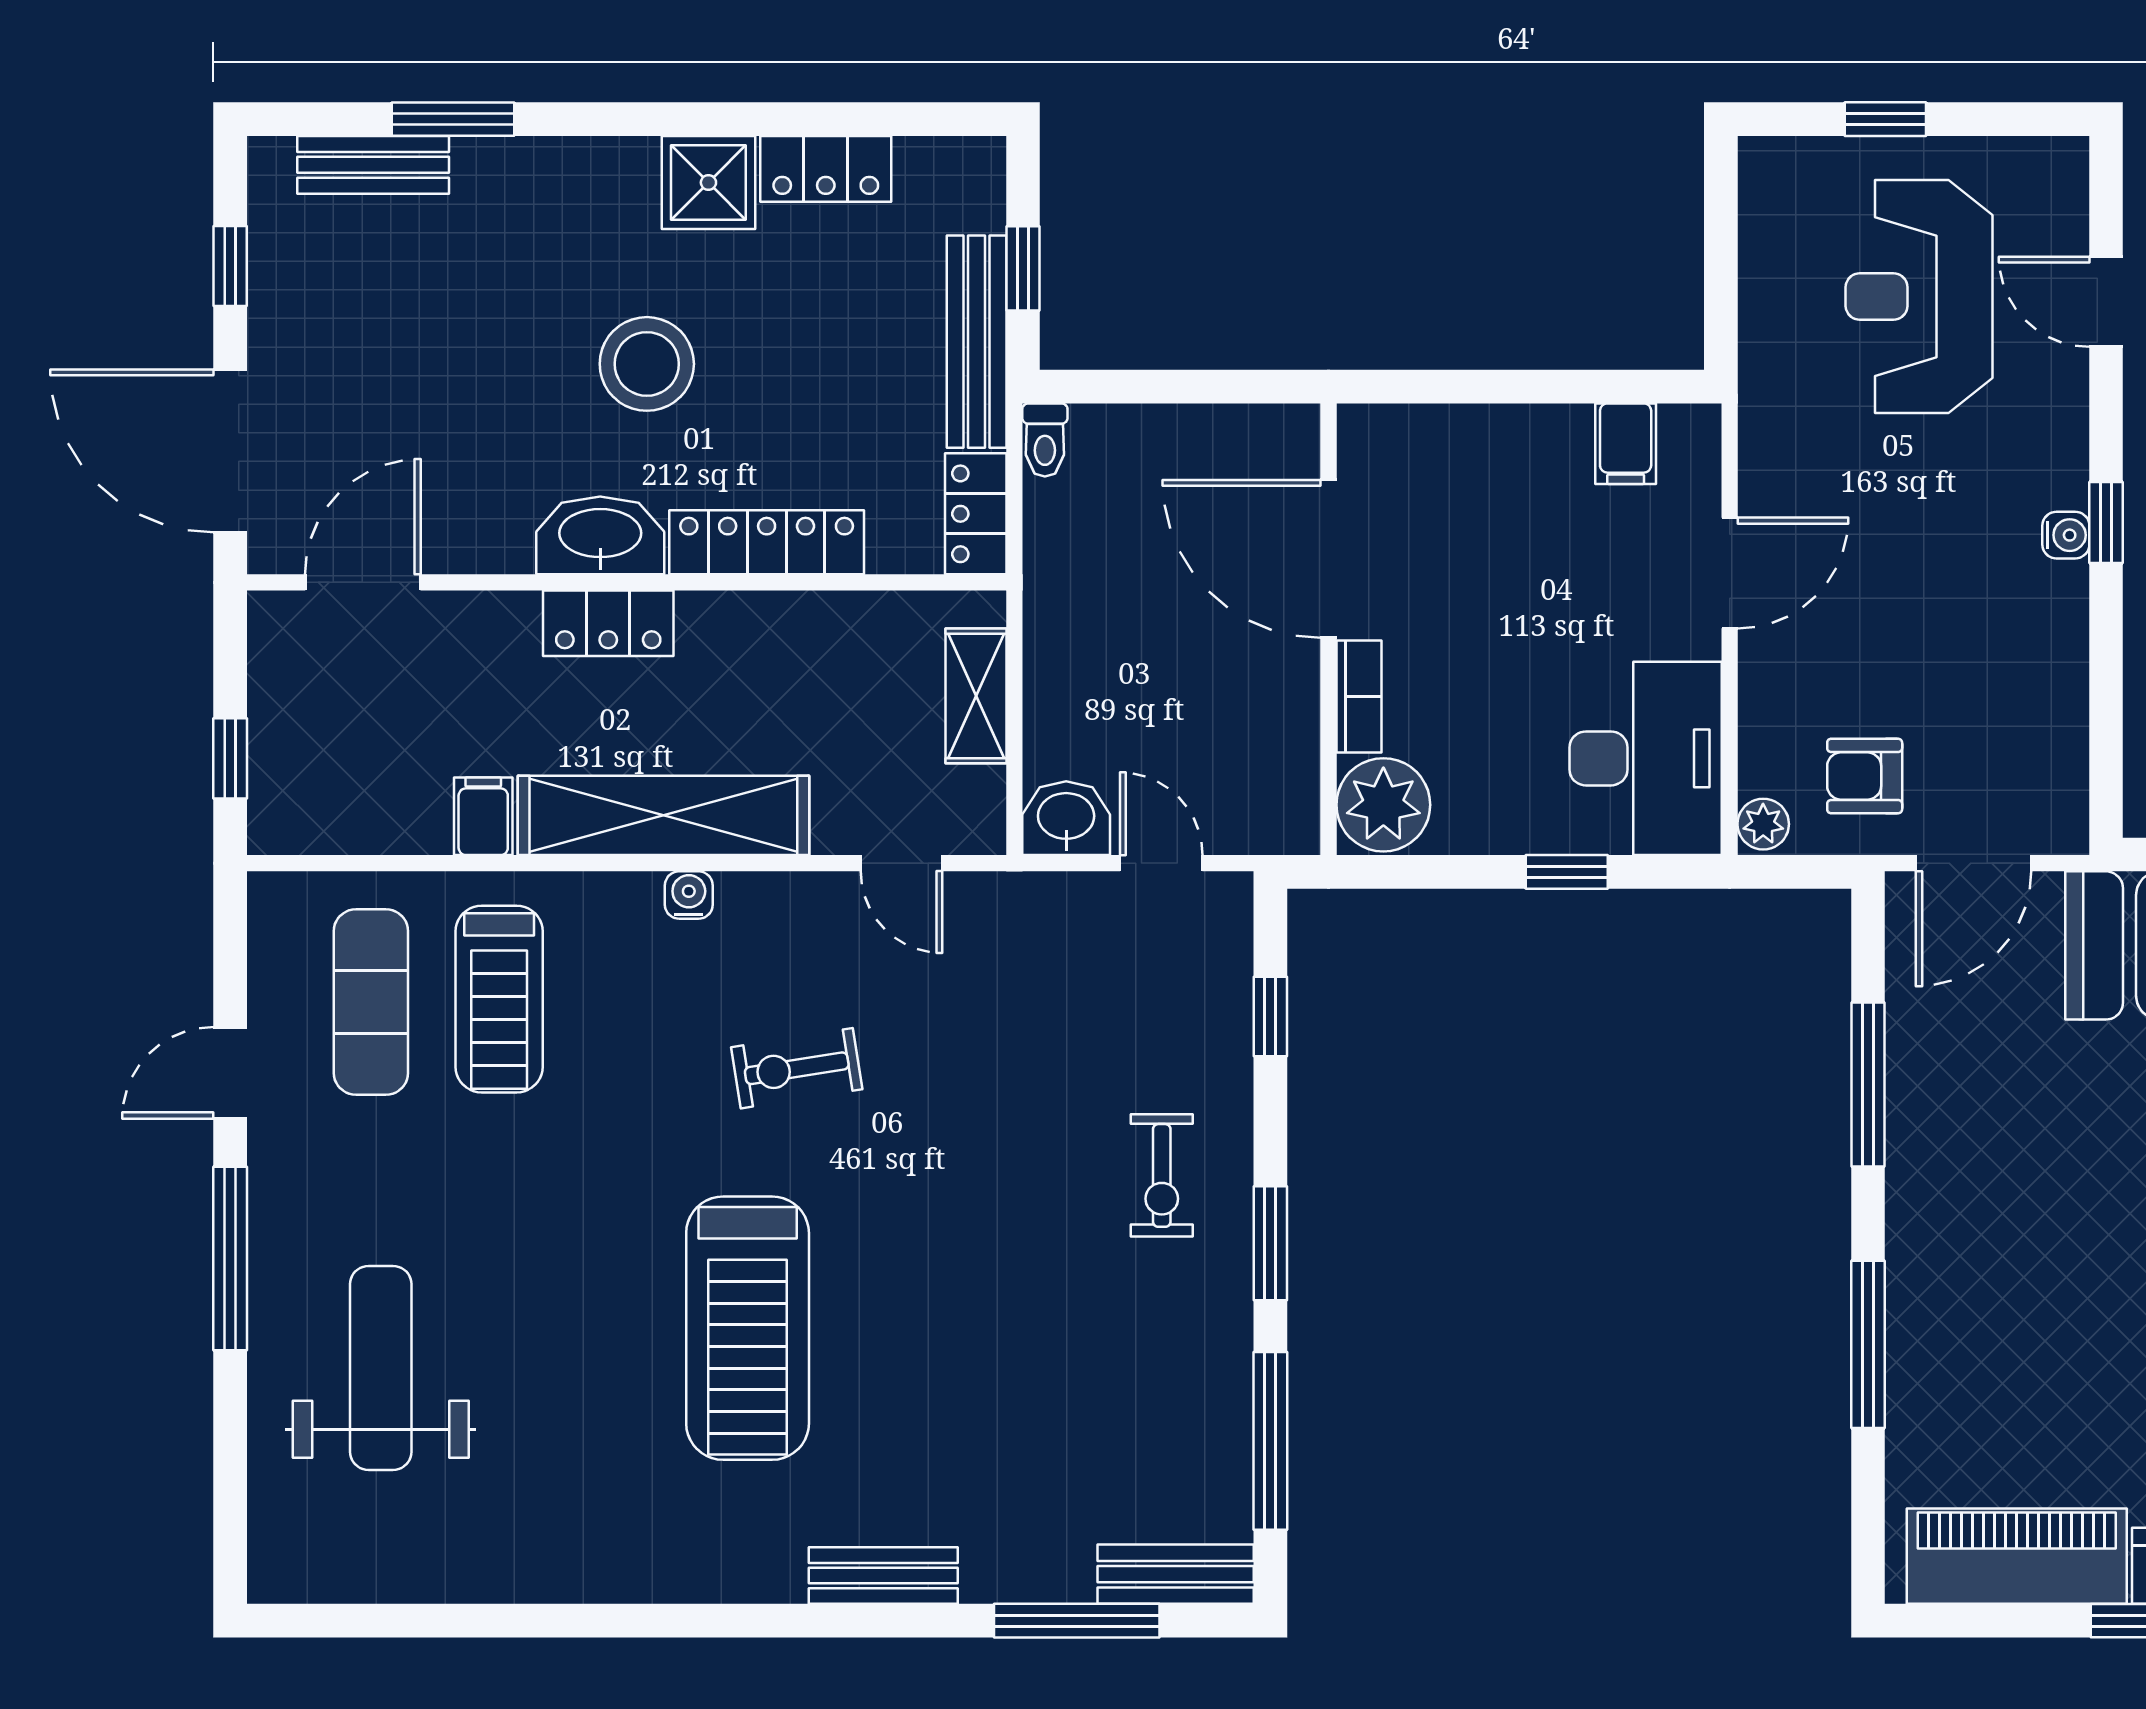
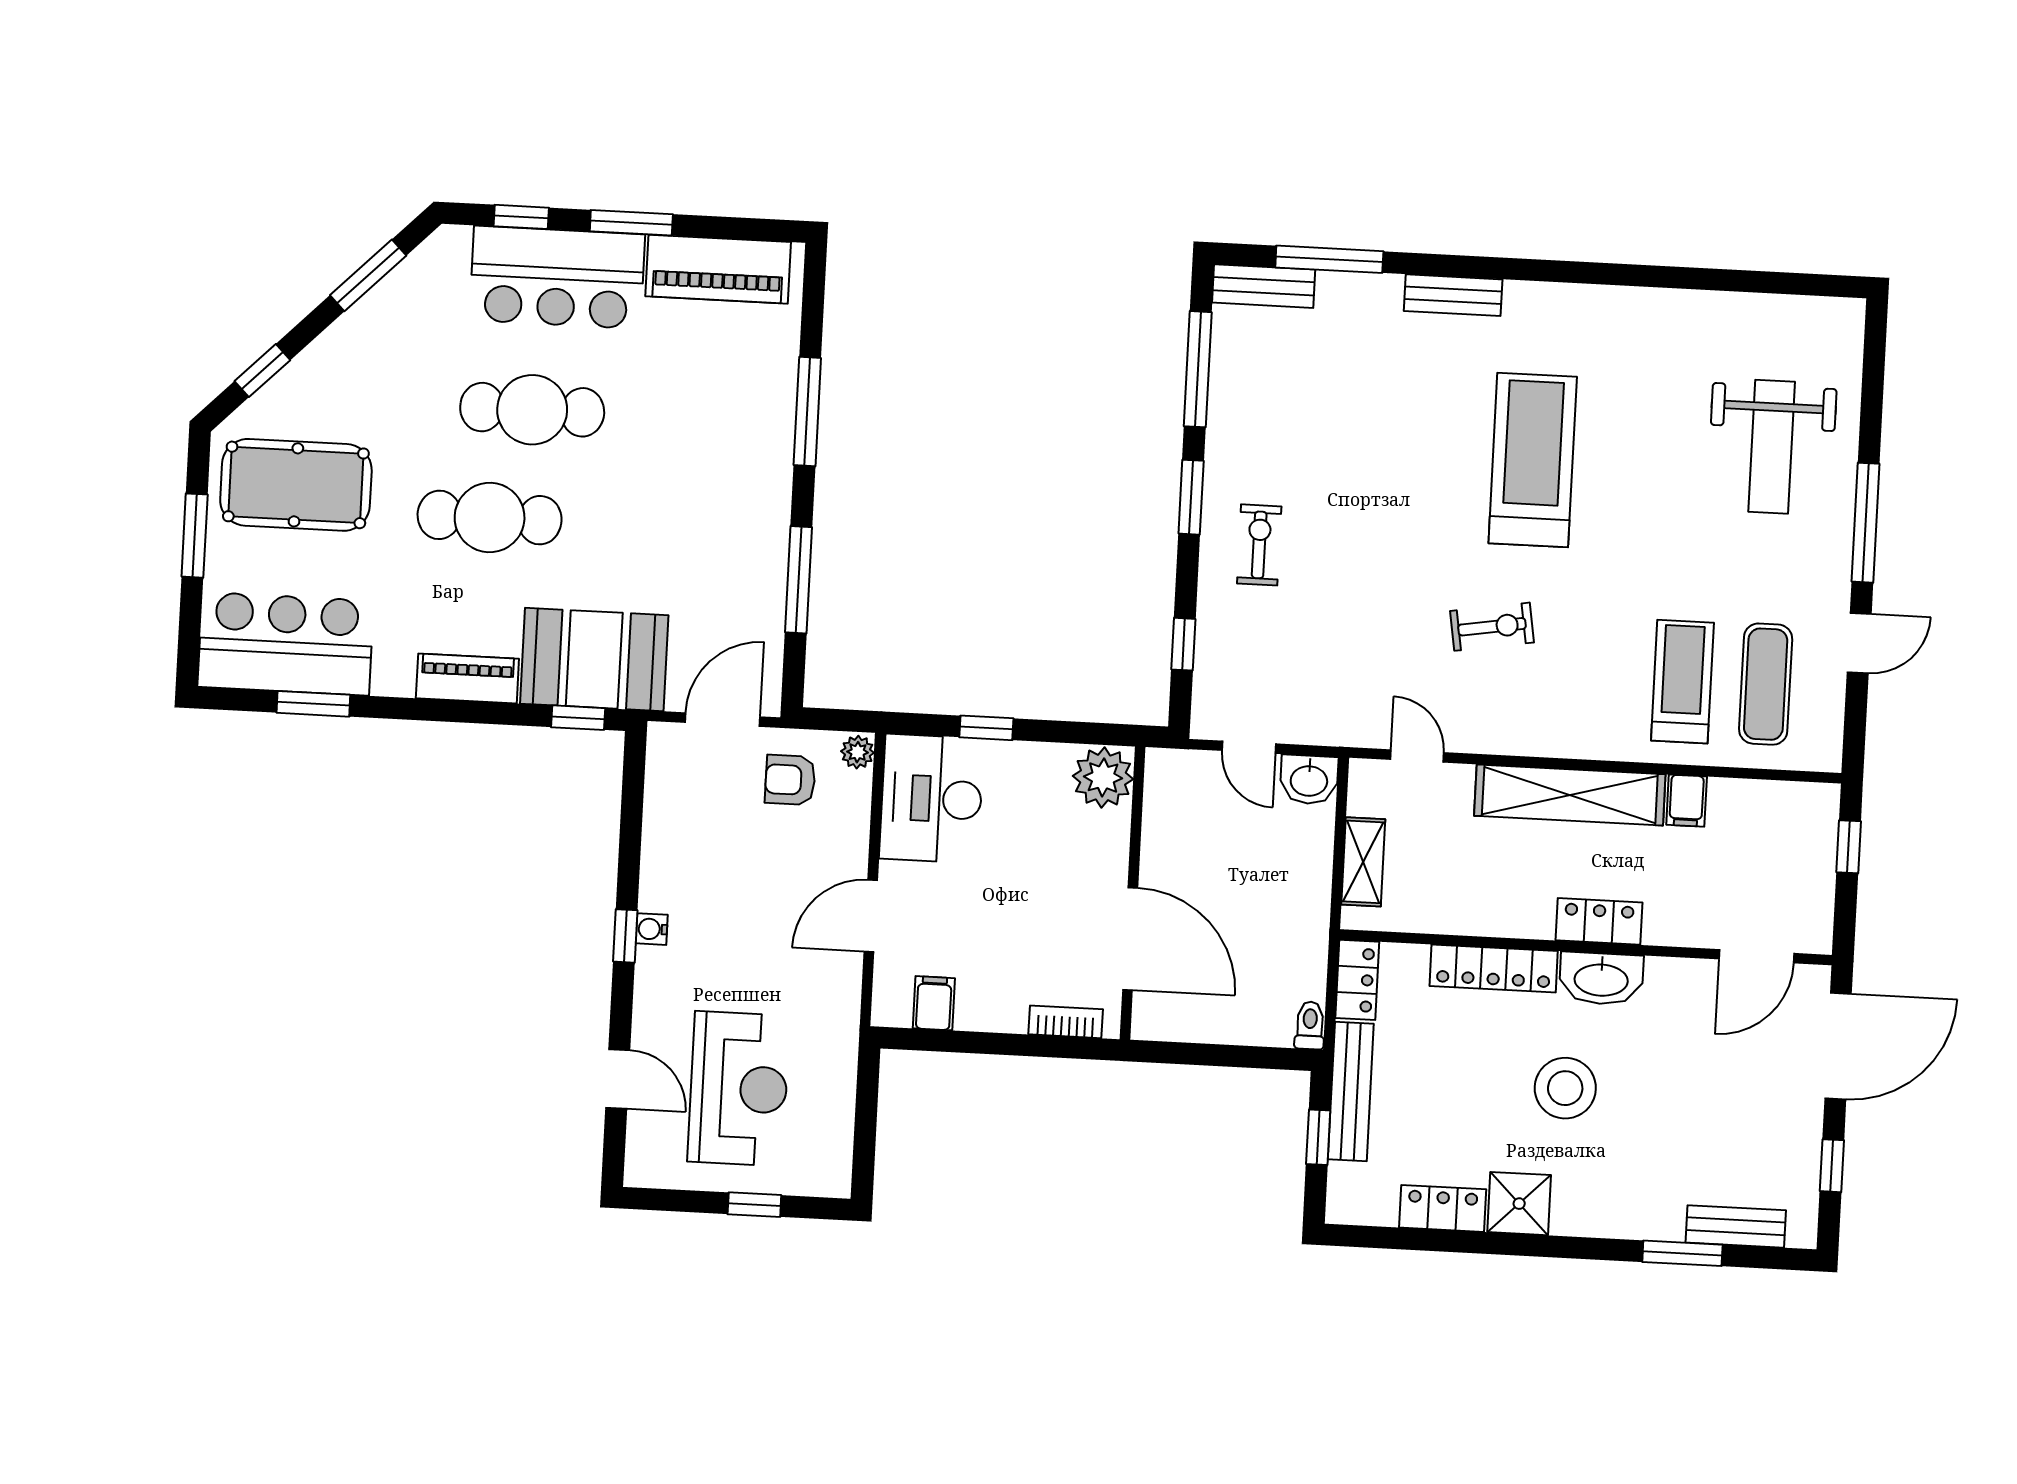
door: (230, 451) -> (1838, 1046), hinge flipped
bookcase: (1359, 697) -> (1066, 1022), moved, turned 90
armchair: (1865, 776) -> (790, 780), turned 180
water cooler: (689, 895) -> (1556, 743), removed

